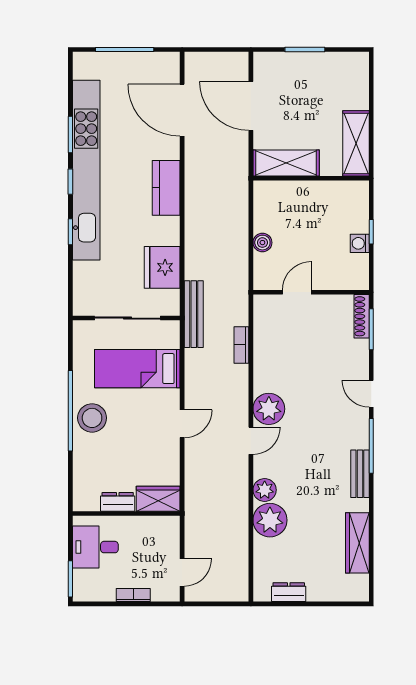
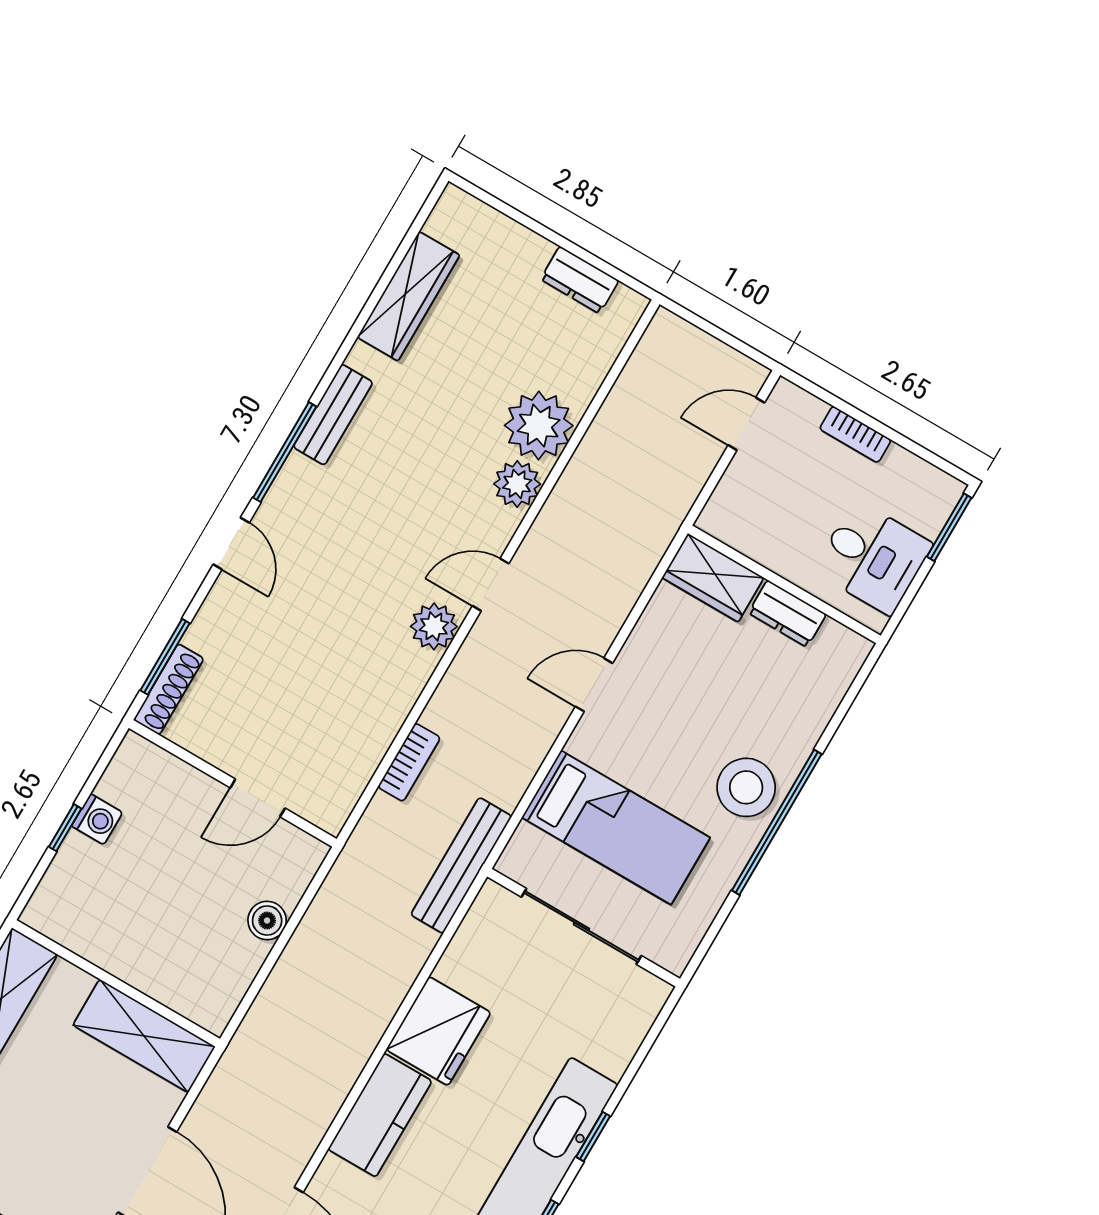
fridge: (162, 267) -> (438, 1031), moved
plant: (269, 409) -> (434, 626), width x0.73, depth x0.73

